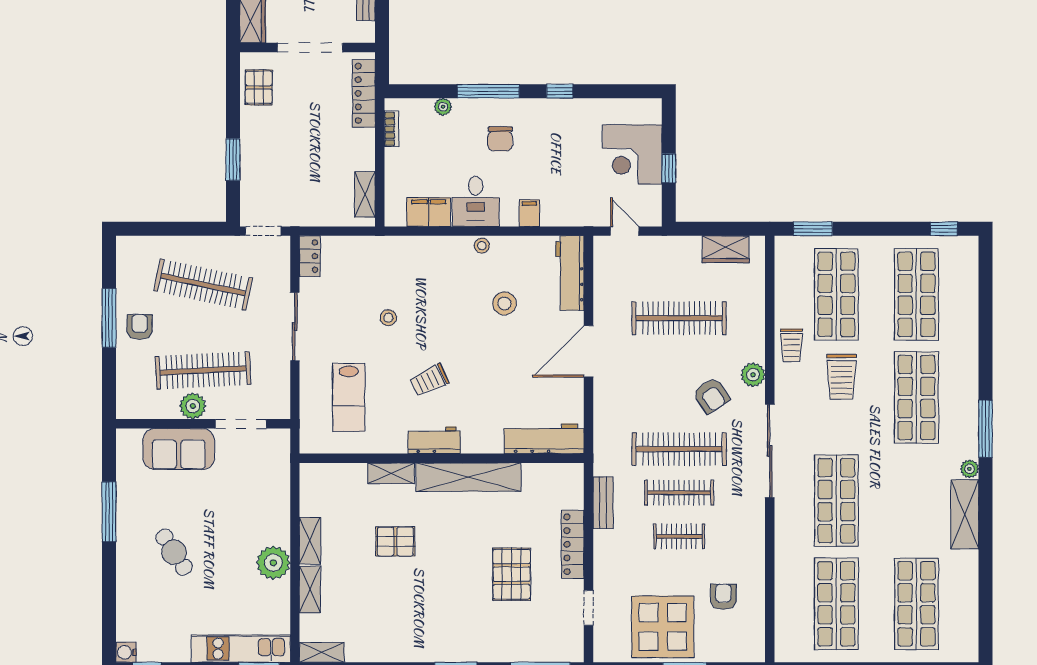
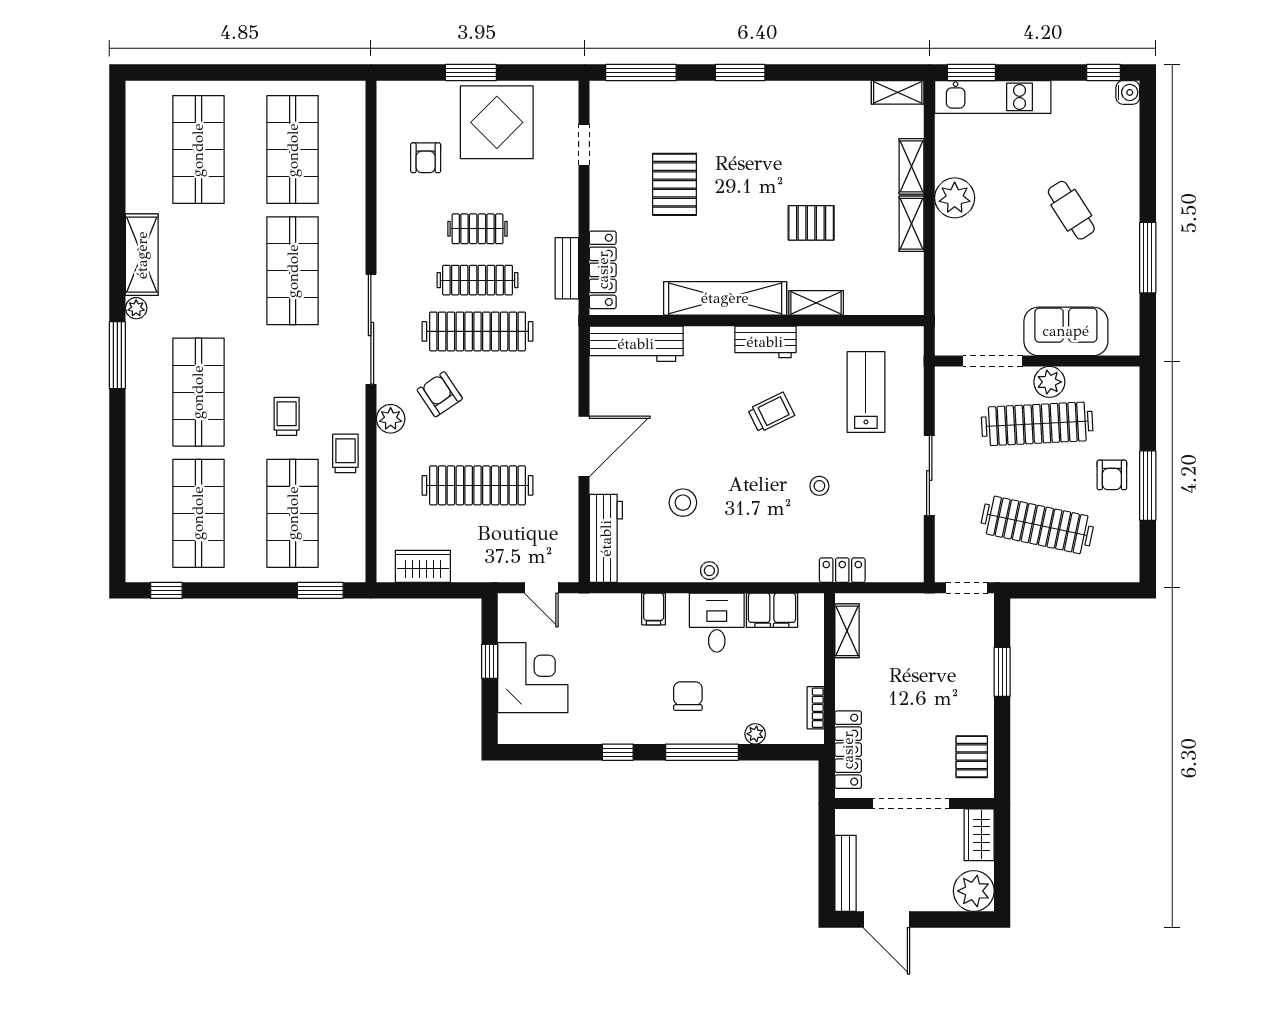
locker: (310, 256) -> (842, 570), moved, turned 90
trolley: (841, 377) -> (287, 416), width x0.73, depth x0.72
locker: (573, 544) -> (603, 270), moved

